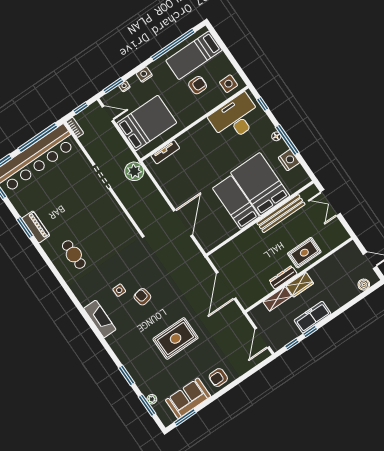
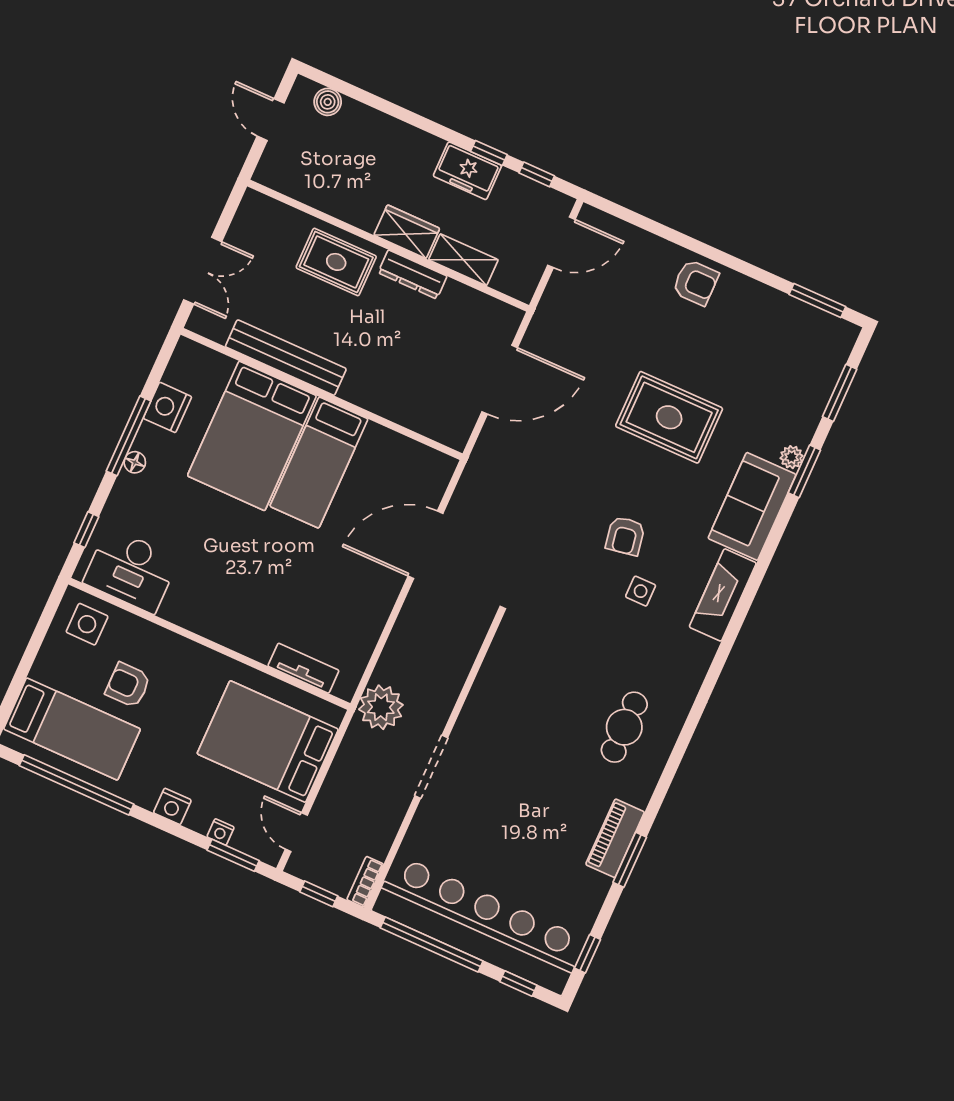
desk: (235, 118) -> (131, 570), width x0.73, depth x0.77
freezer: (312, 317) -> (467, 171), width x0.71
sofa: (188, 398) -> (752, 506), moved, turned 90
plant: (152, 399) -> (792, 457), moved

